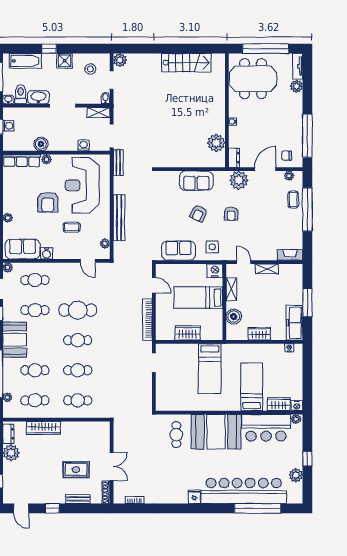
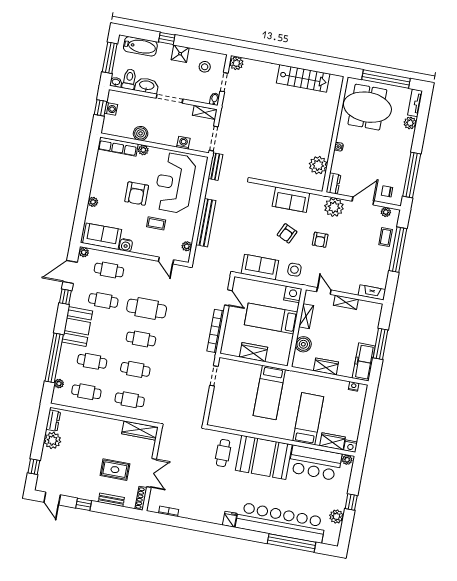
wardrobe: (43, 428) -> (140, 431), moved

